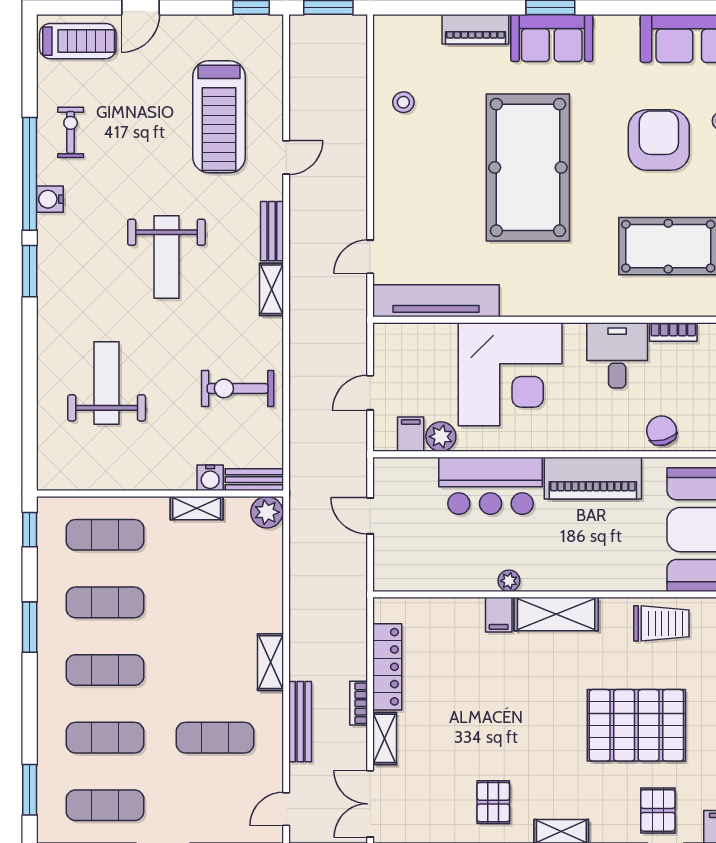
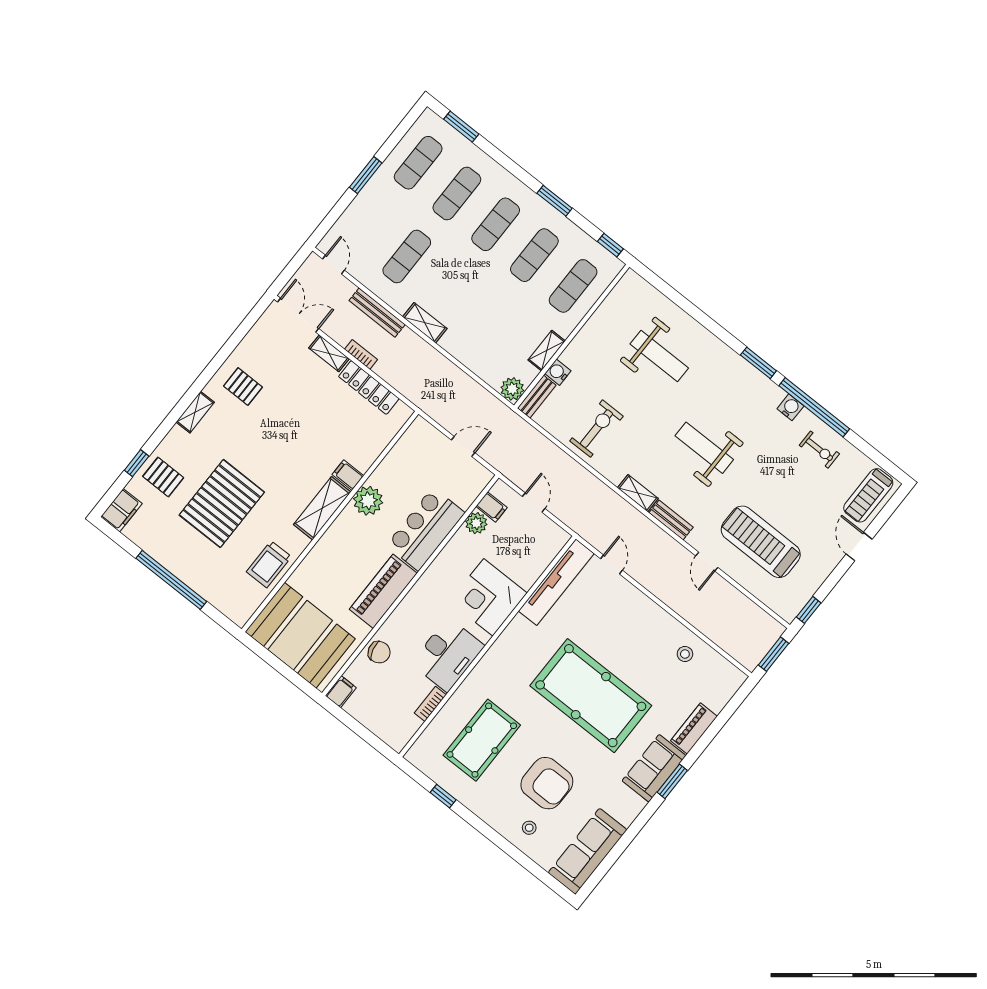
desk: (617, 355) -> (448, 655), width x1.37
corner desk: (510, 374) -> (488, 597), width x0.74, depth x0.74
plant: (509, 581) -> (368, 501), width x1.87, depth x1.87

